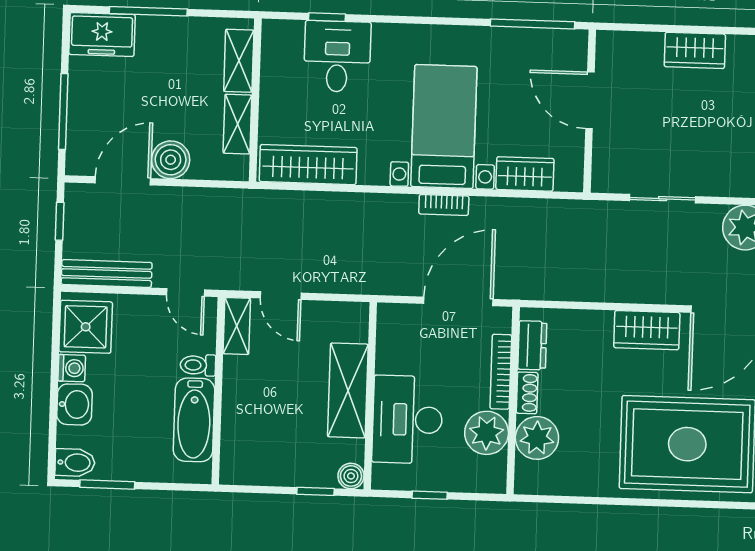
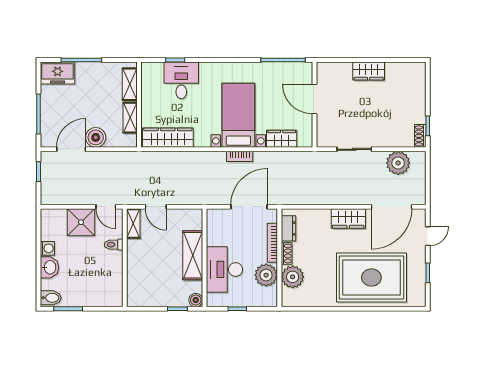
bench: (107, 273) -> (64, 198), removed
shower: (86, 327) -> (81, 222), moved
bathtub: (194, 420) -> (112, 273), removed

